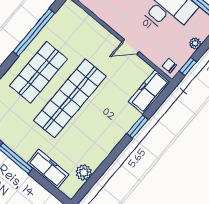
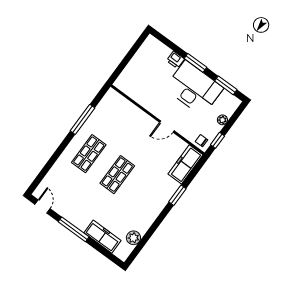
window: (34, 32) -> (83, 119), width x0.68
shop shelf: (39, 72) -> (89, 154), width x0.70, depth x0.74
shop shelf: (70, 98) -> (117, 175), width x0.50, depth x0.74

